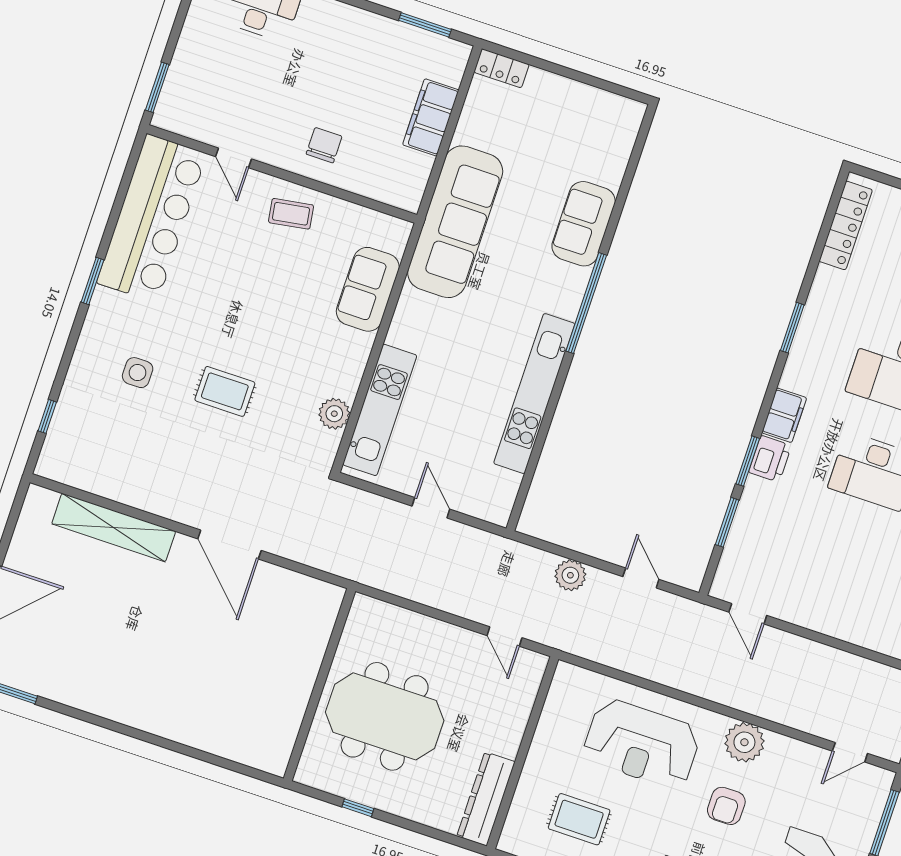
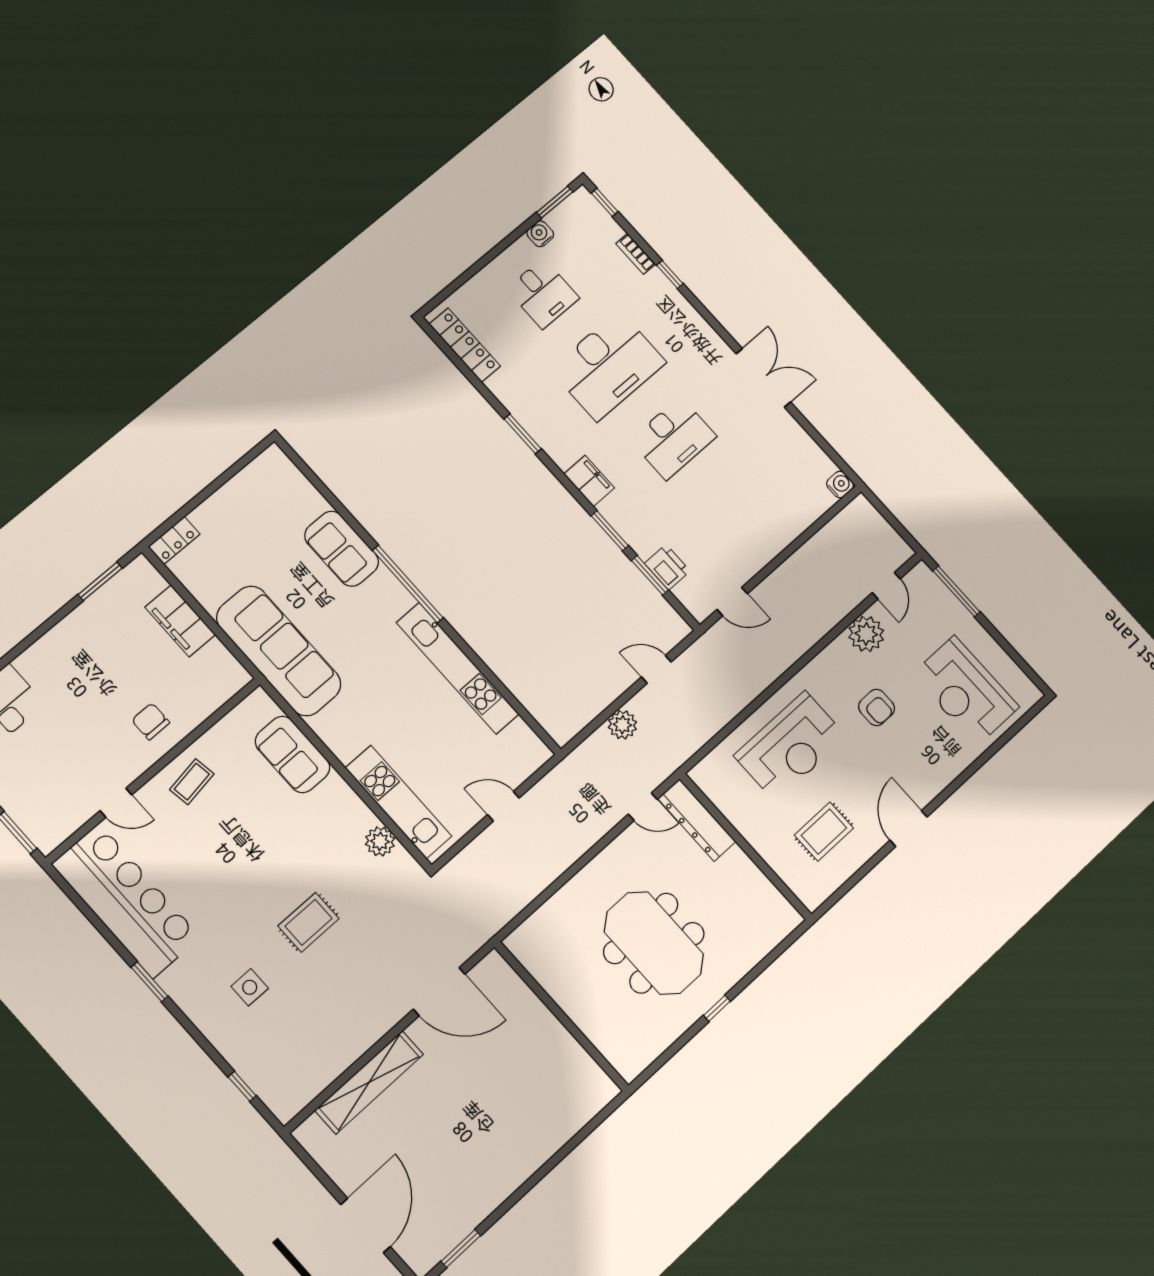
printer: (770, 459) -> (667, 567), moved
wall: (319, 685) -> (561, 1016), moved
meeting table: (385, 716) -> (654, 943), turned 90
plant: (744, 742) -> (866, 634), moved
dresser: (486, 799) -> (697, 820), moved

